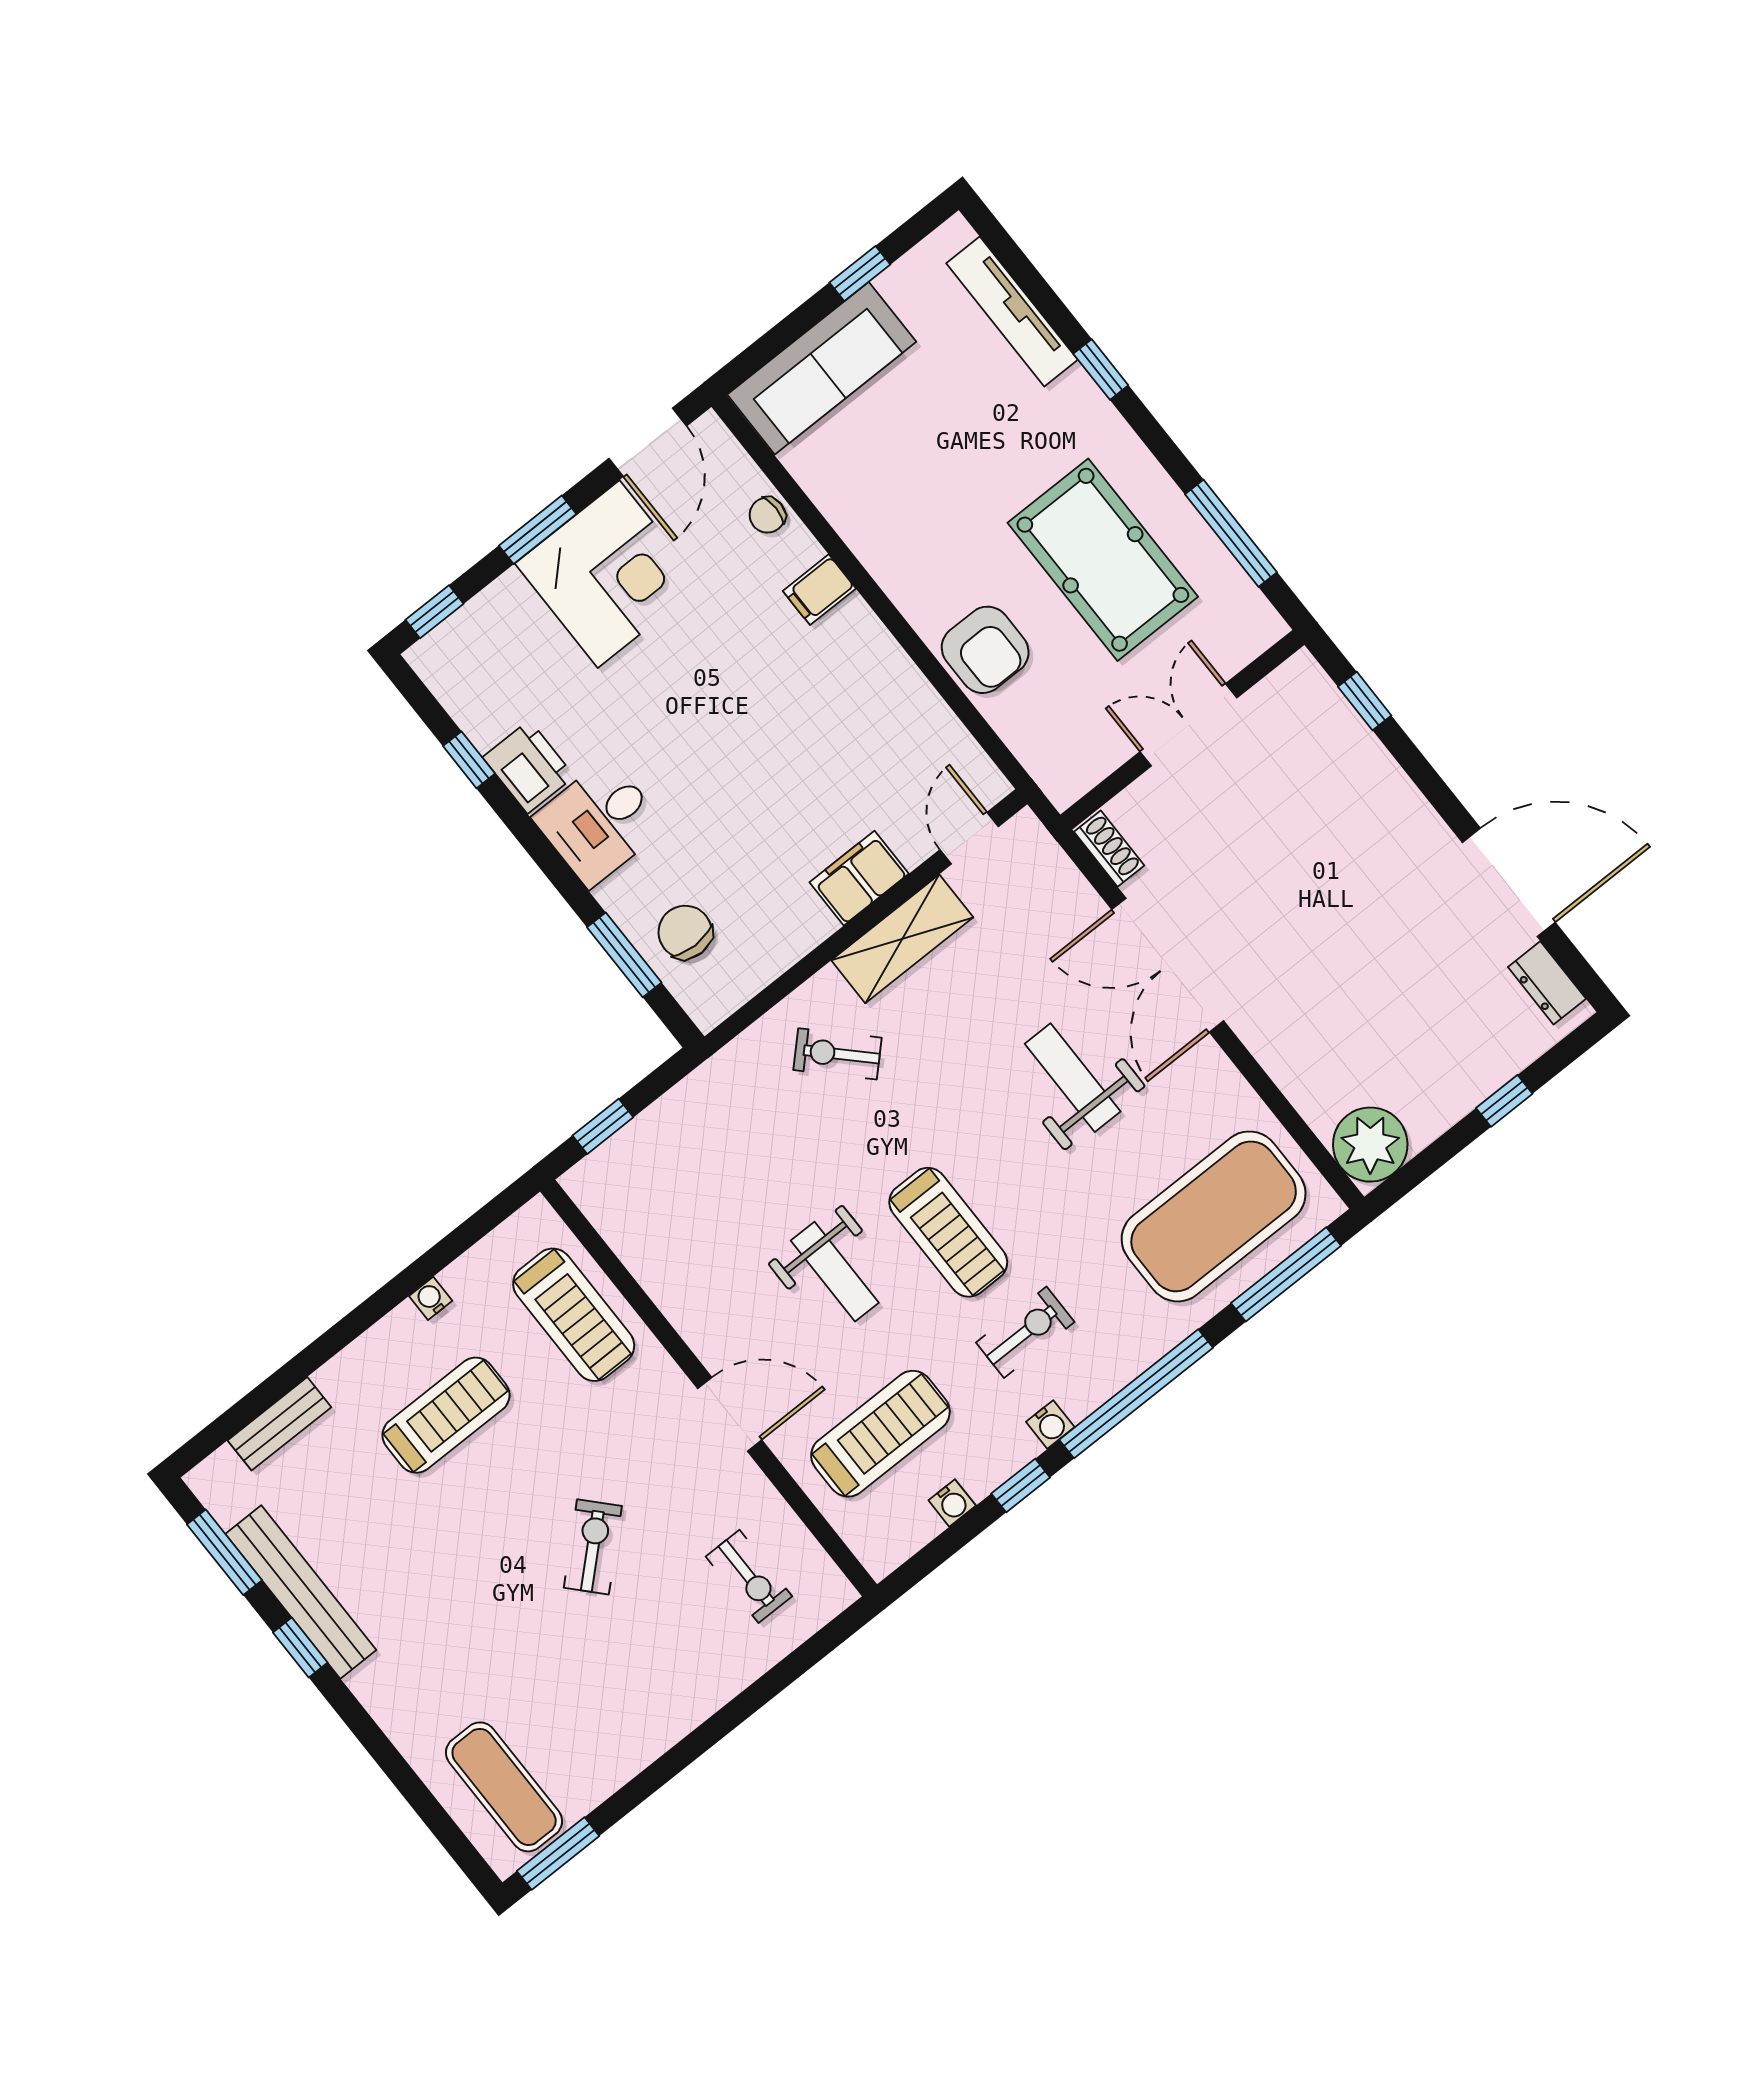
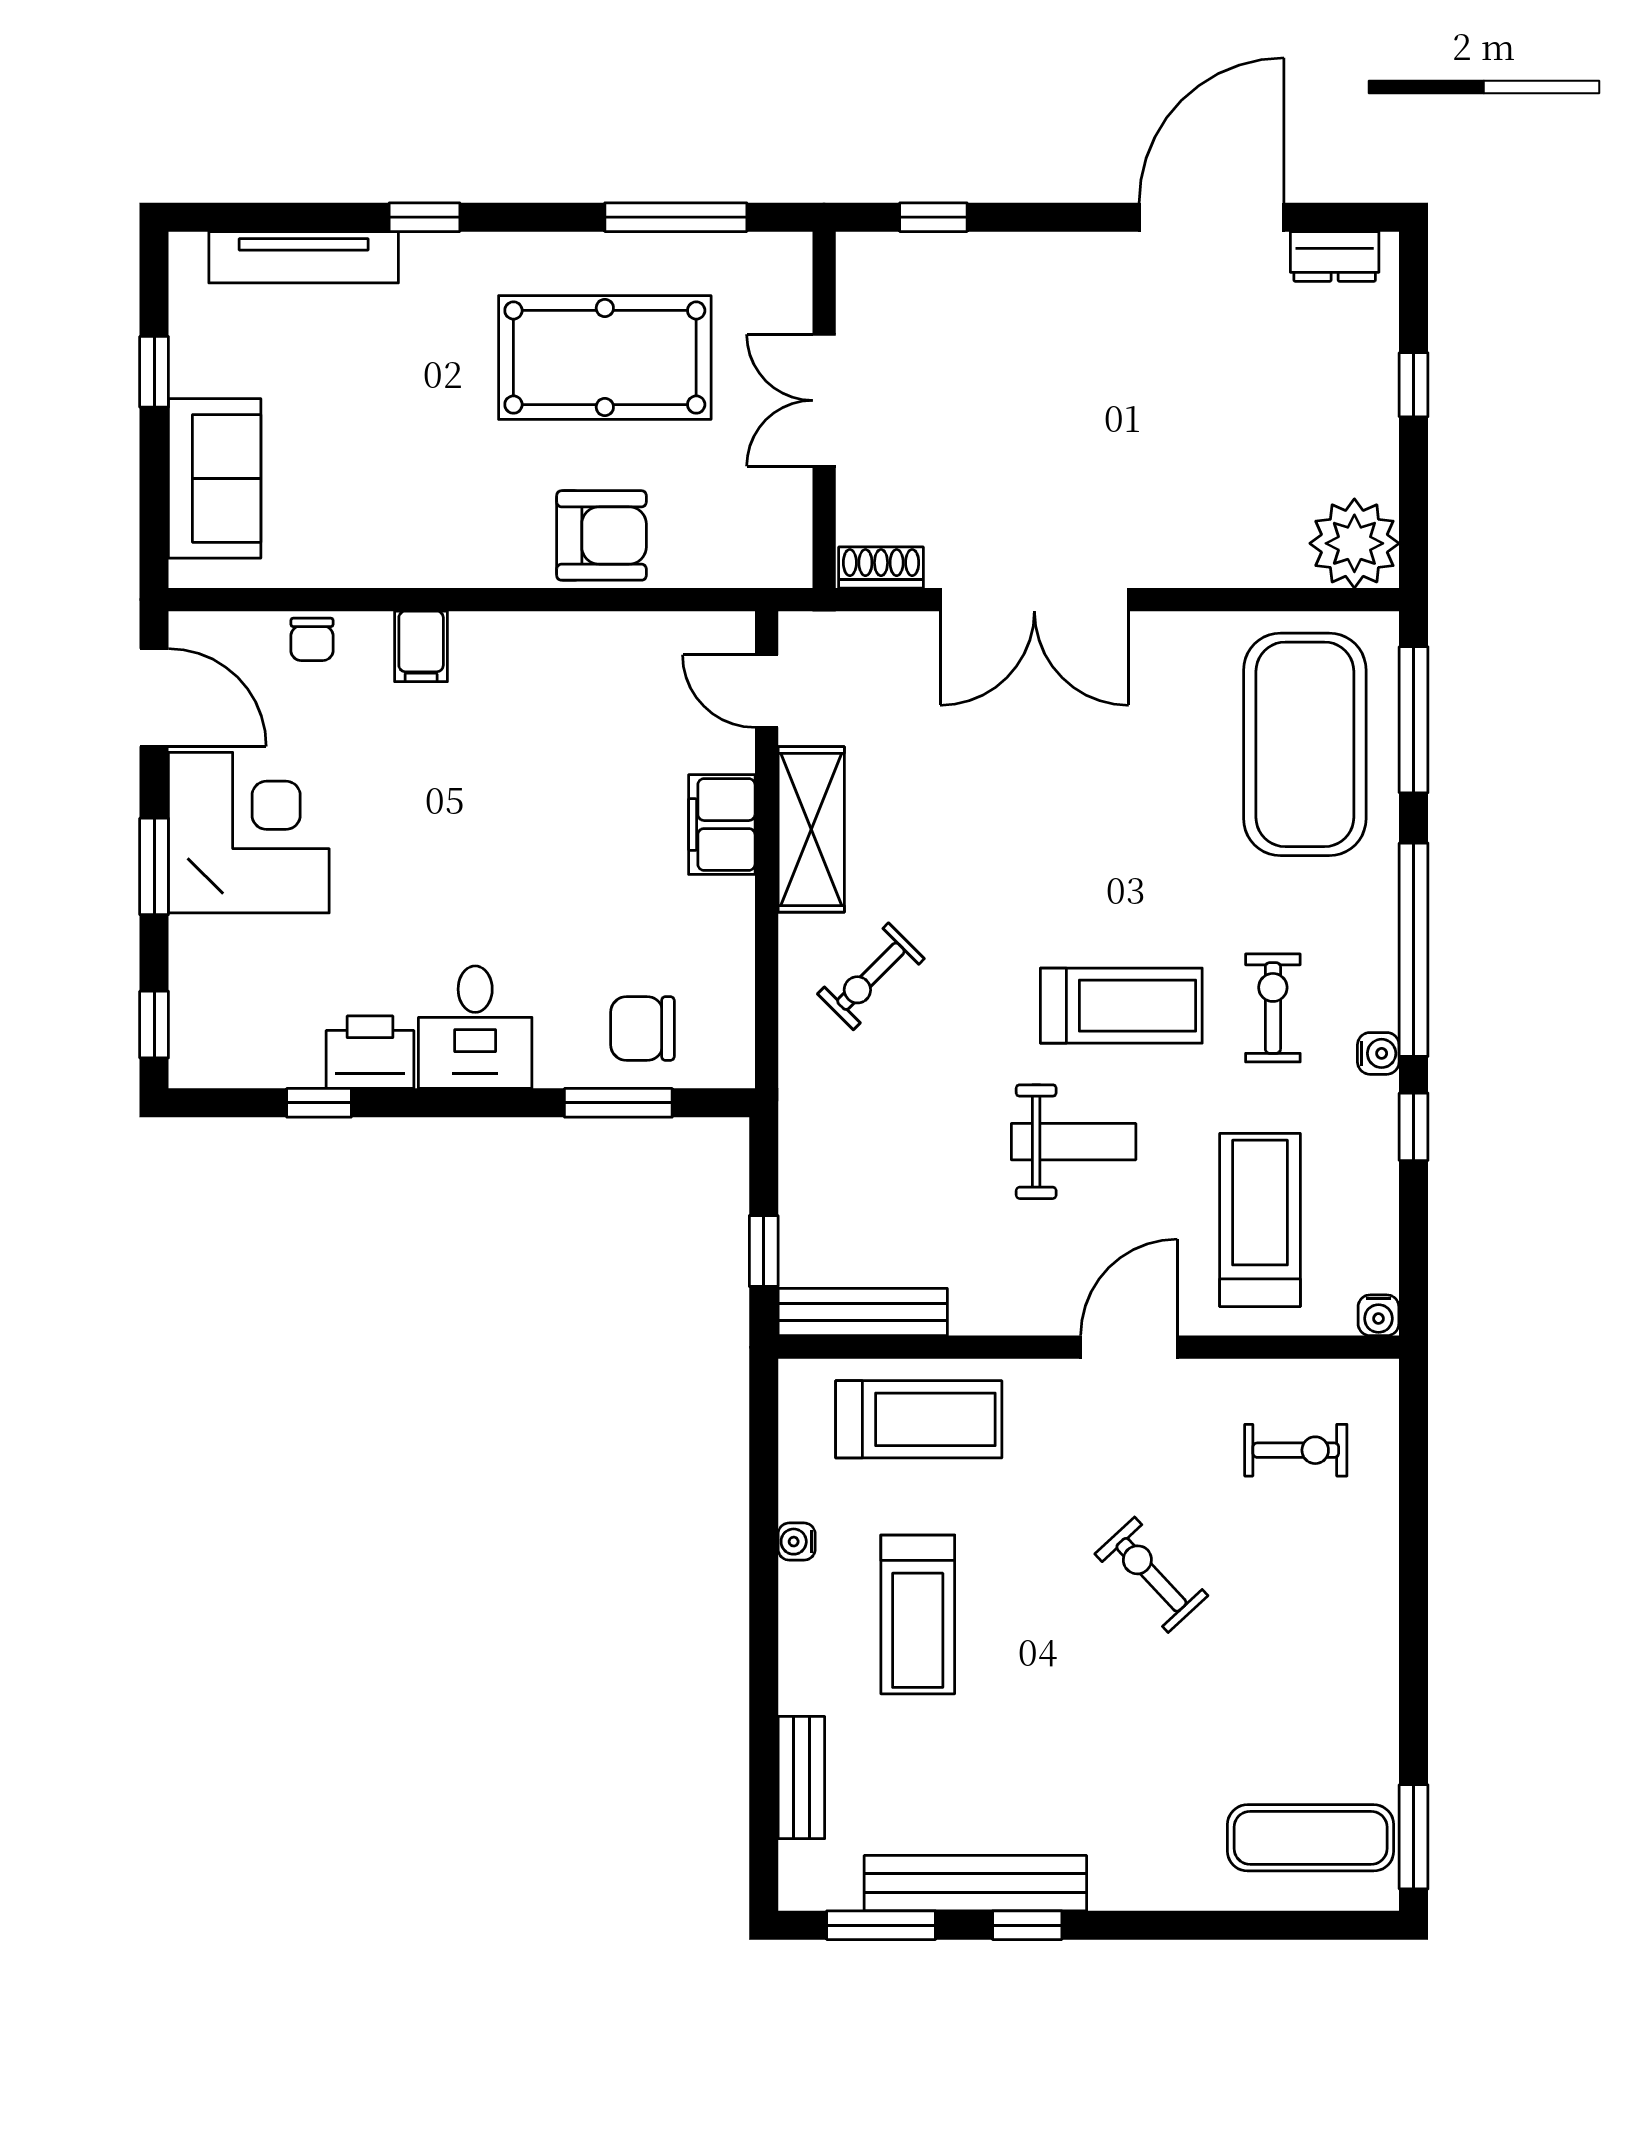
sofa: (822, 368) -> (215, 478), width x0.73
weight bench: (1073, 1078) -> (1069, 773), removed
bench: (615, 1222) -> (863, 1312), added
treadmill: (446, 1415) -> (918, 1614), turned 180
water cooler: (952, 1503) -> (1378, 1315), moved, turned 90

